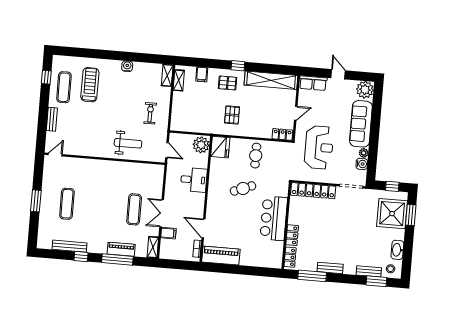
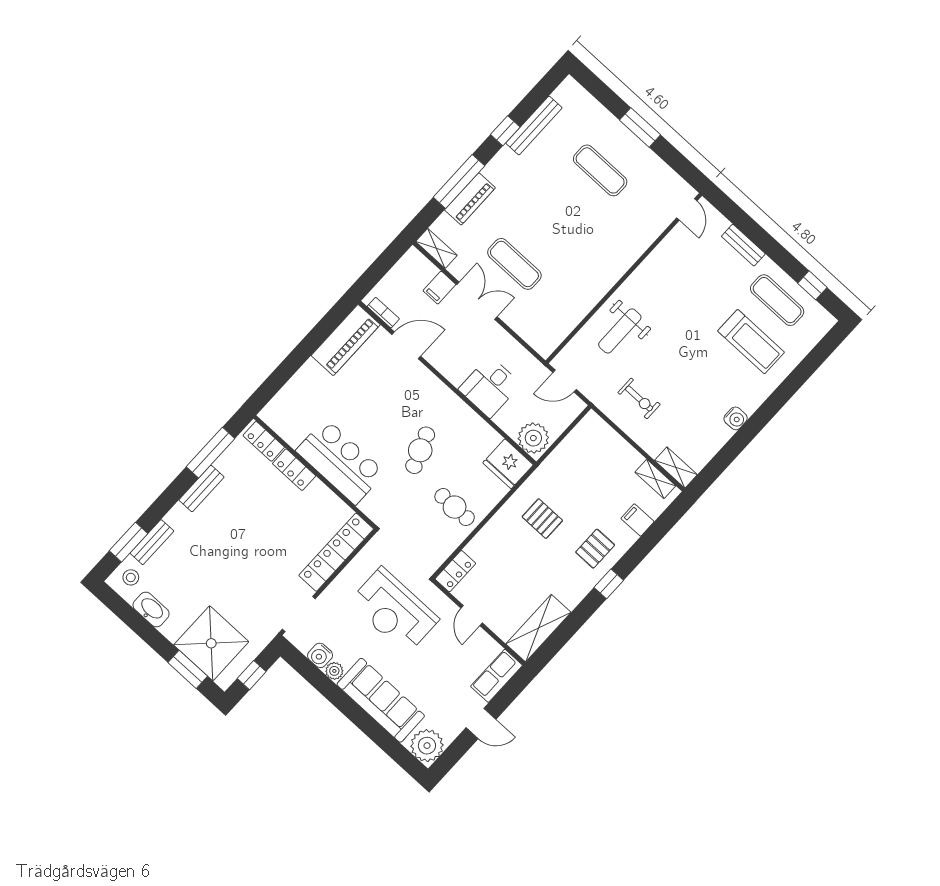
shelving: (271, 80) -> (538, 628), width x0.68

